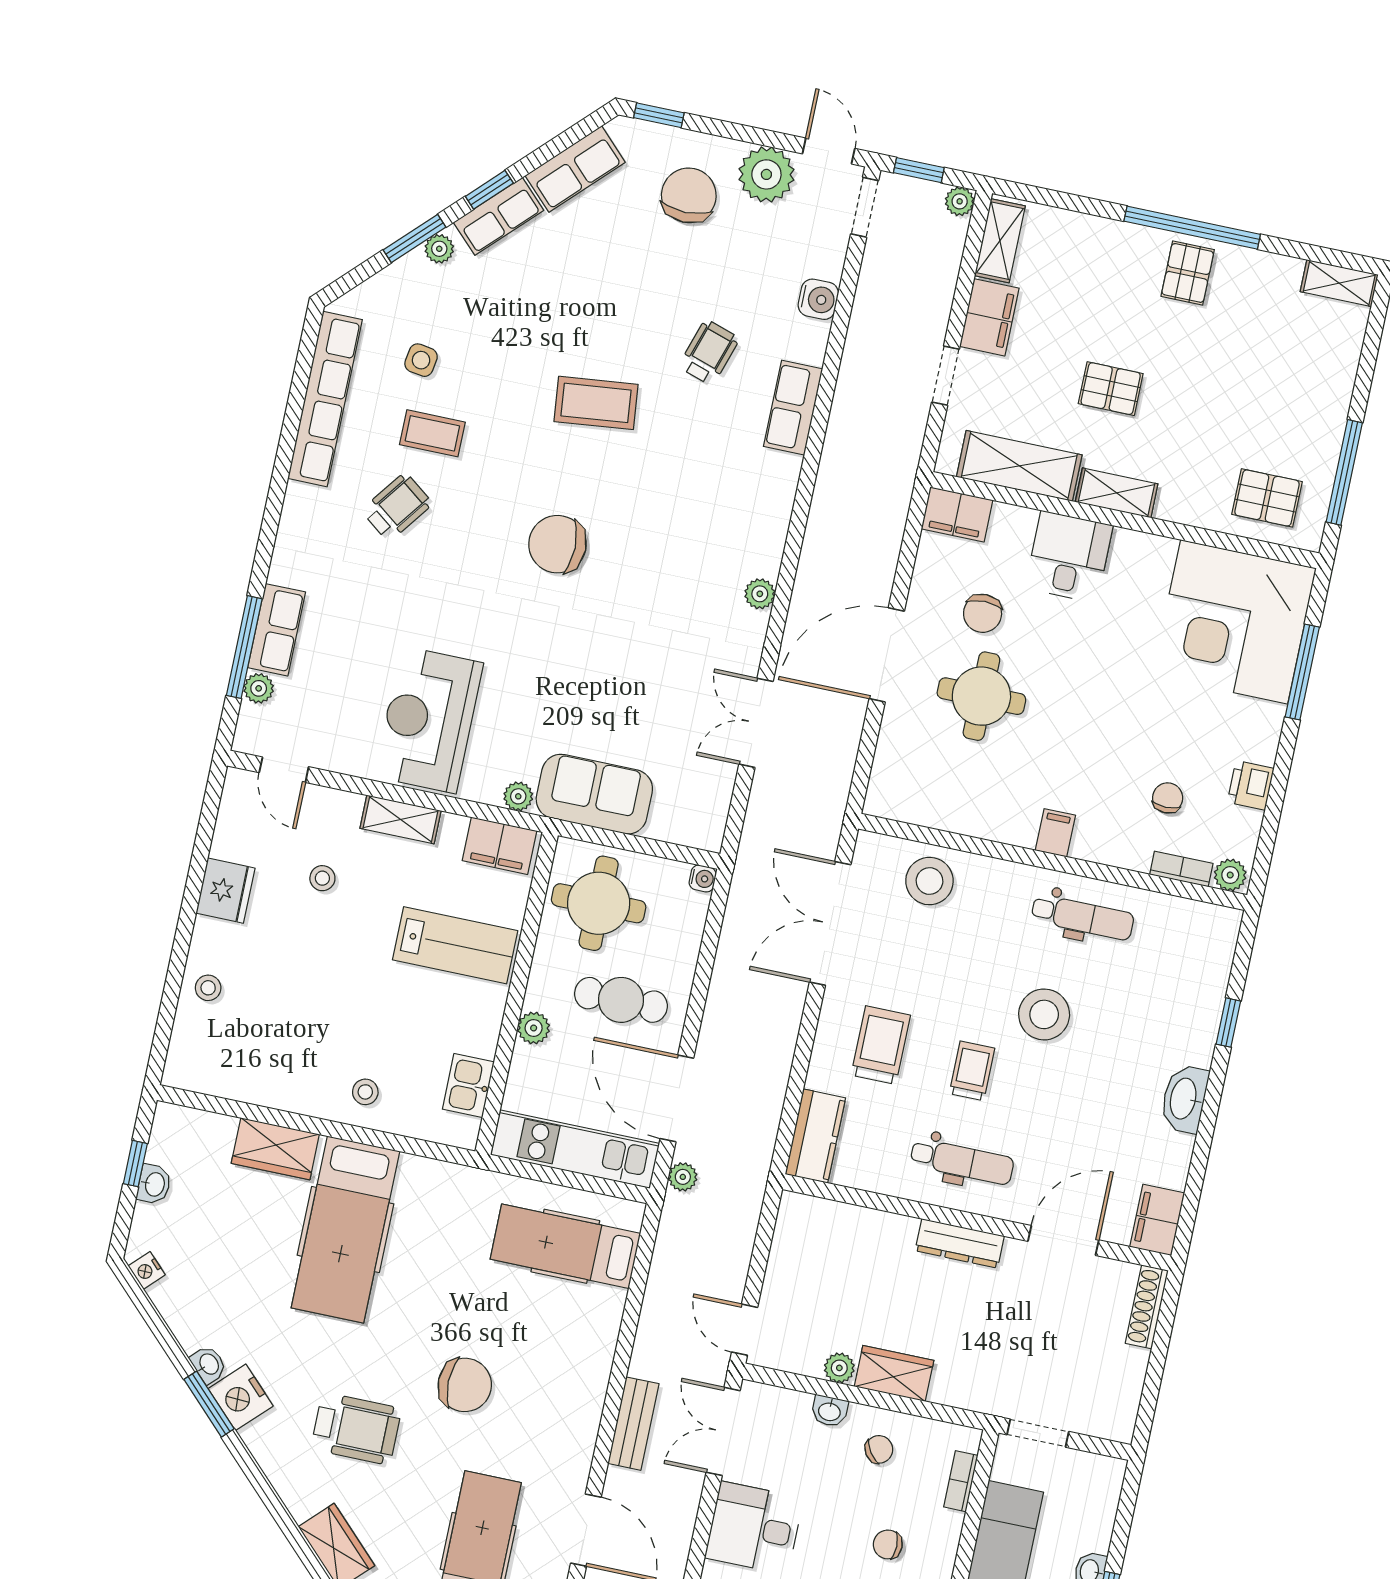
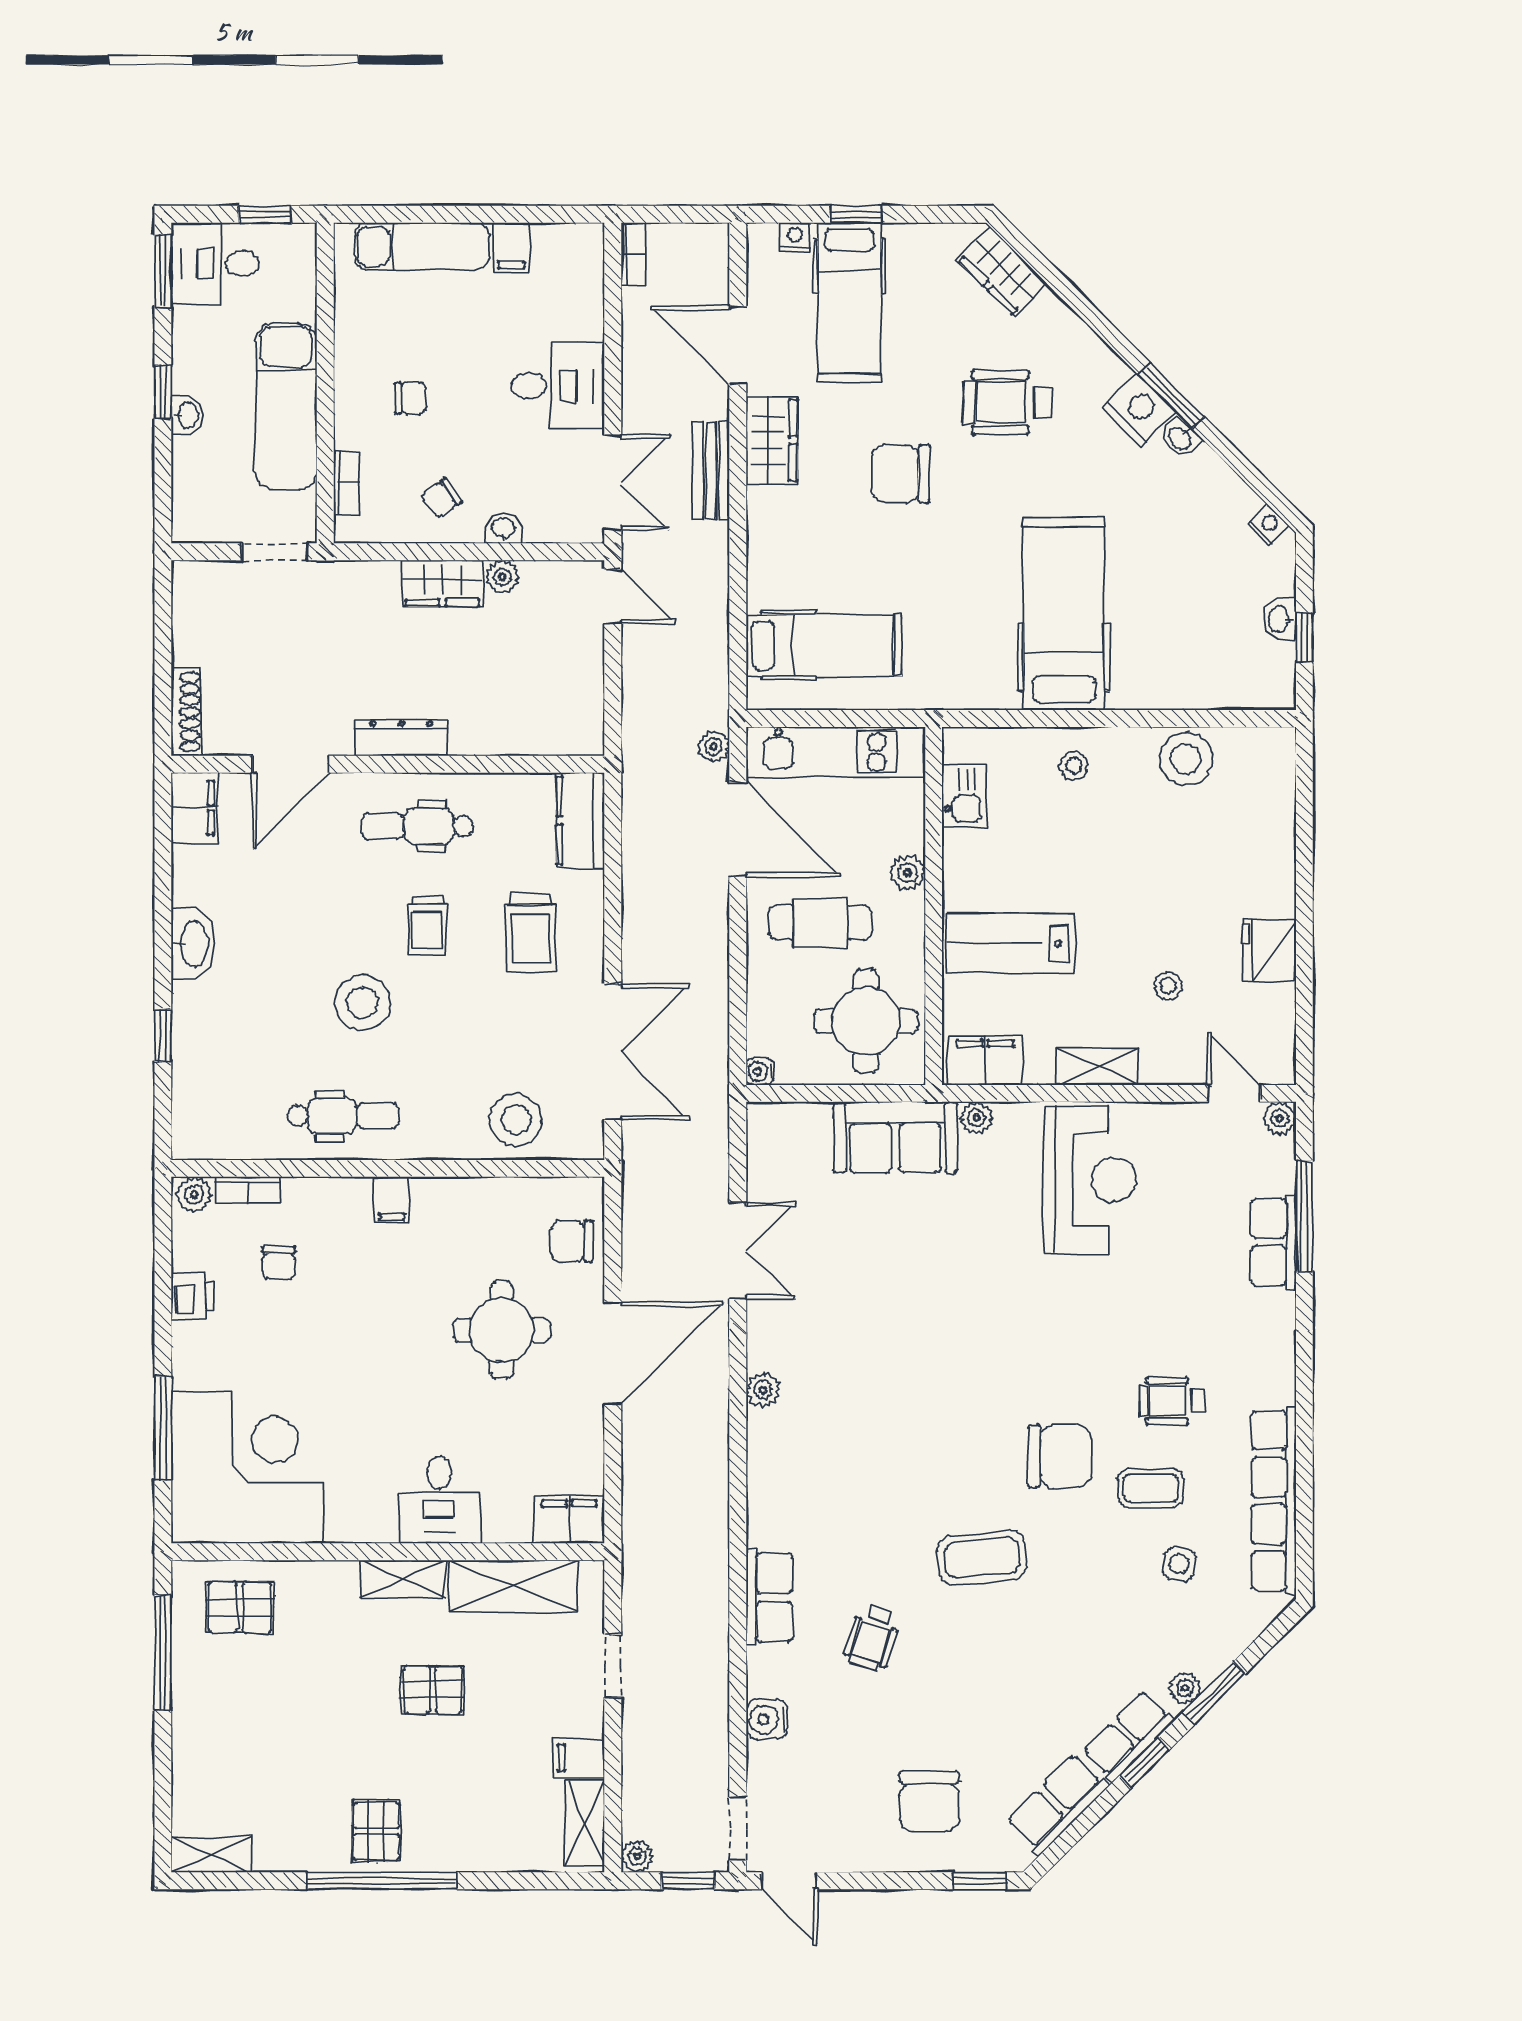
plant: (766, 174) -> (851, 1842), removed
filing cabinet: (989, 317) -> (579, 1758), width x0.50
wheelchair: (397, 507) -> (1172, 1401), turned 53
chair: (557, 544) -> (1059, 1456), moved
chair: (983, 613) -> (572, 1241), moved, turned -90
plant: (259, 688) -> (1280, 1118), moved
dental chair: (1083, 917) -> (343, 1116), turned 180
stool: (208, 988) -> (1186, 759), moved, width x1.89, depth x1.89
wardrobe: (275, 1149) -> (772, 440), moved, turned 90

